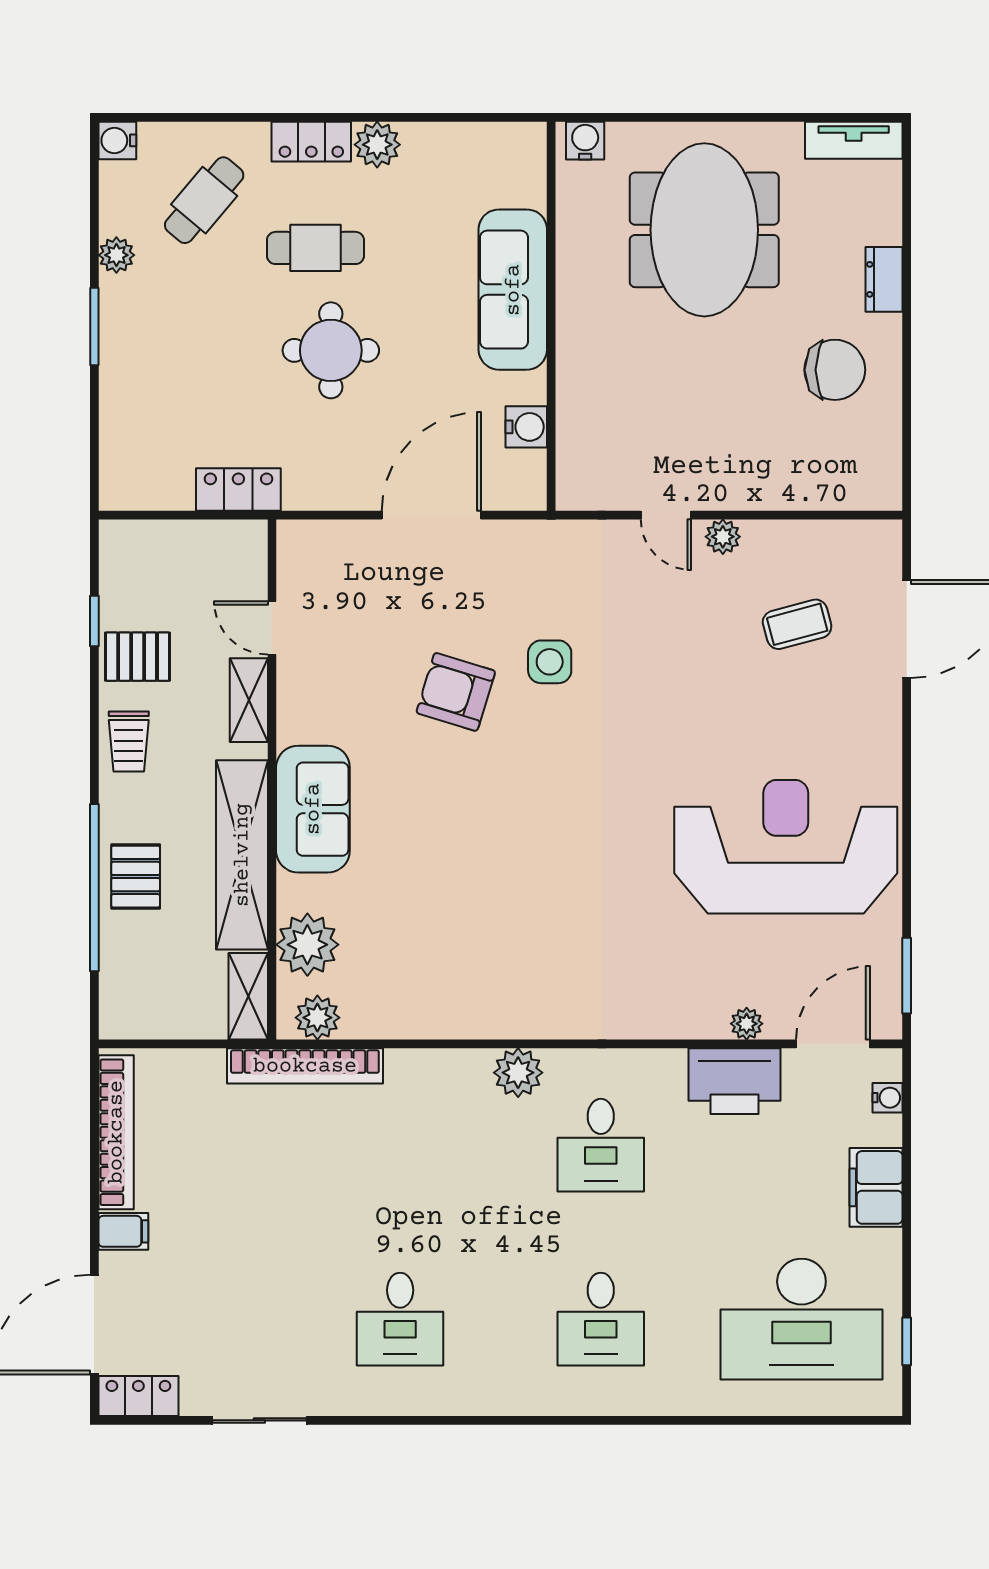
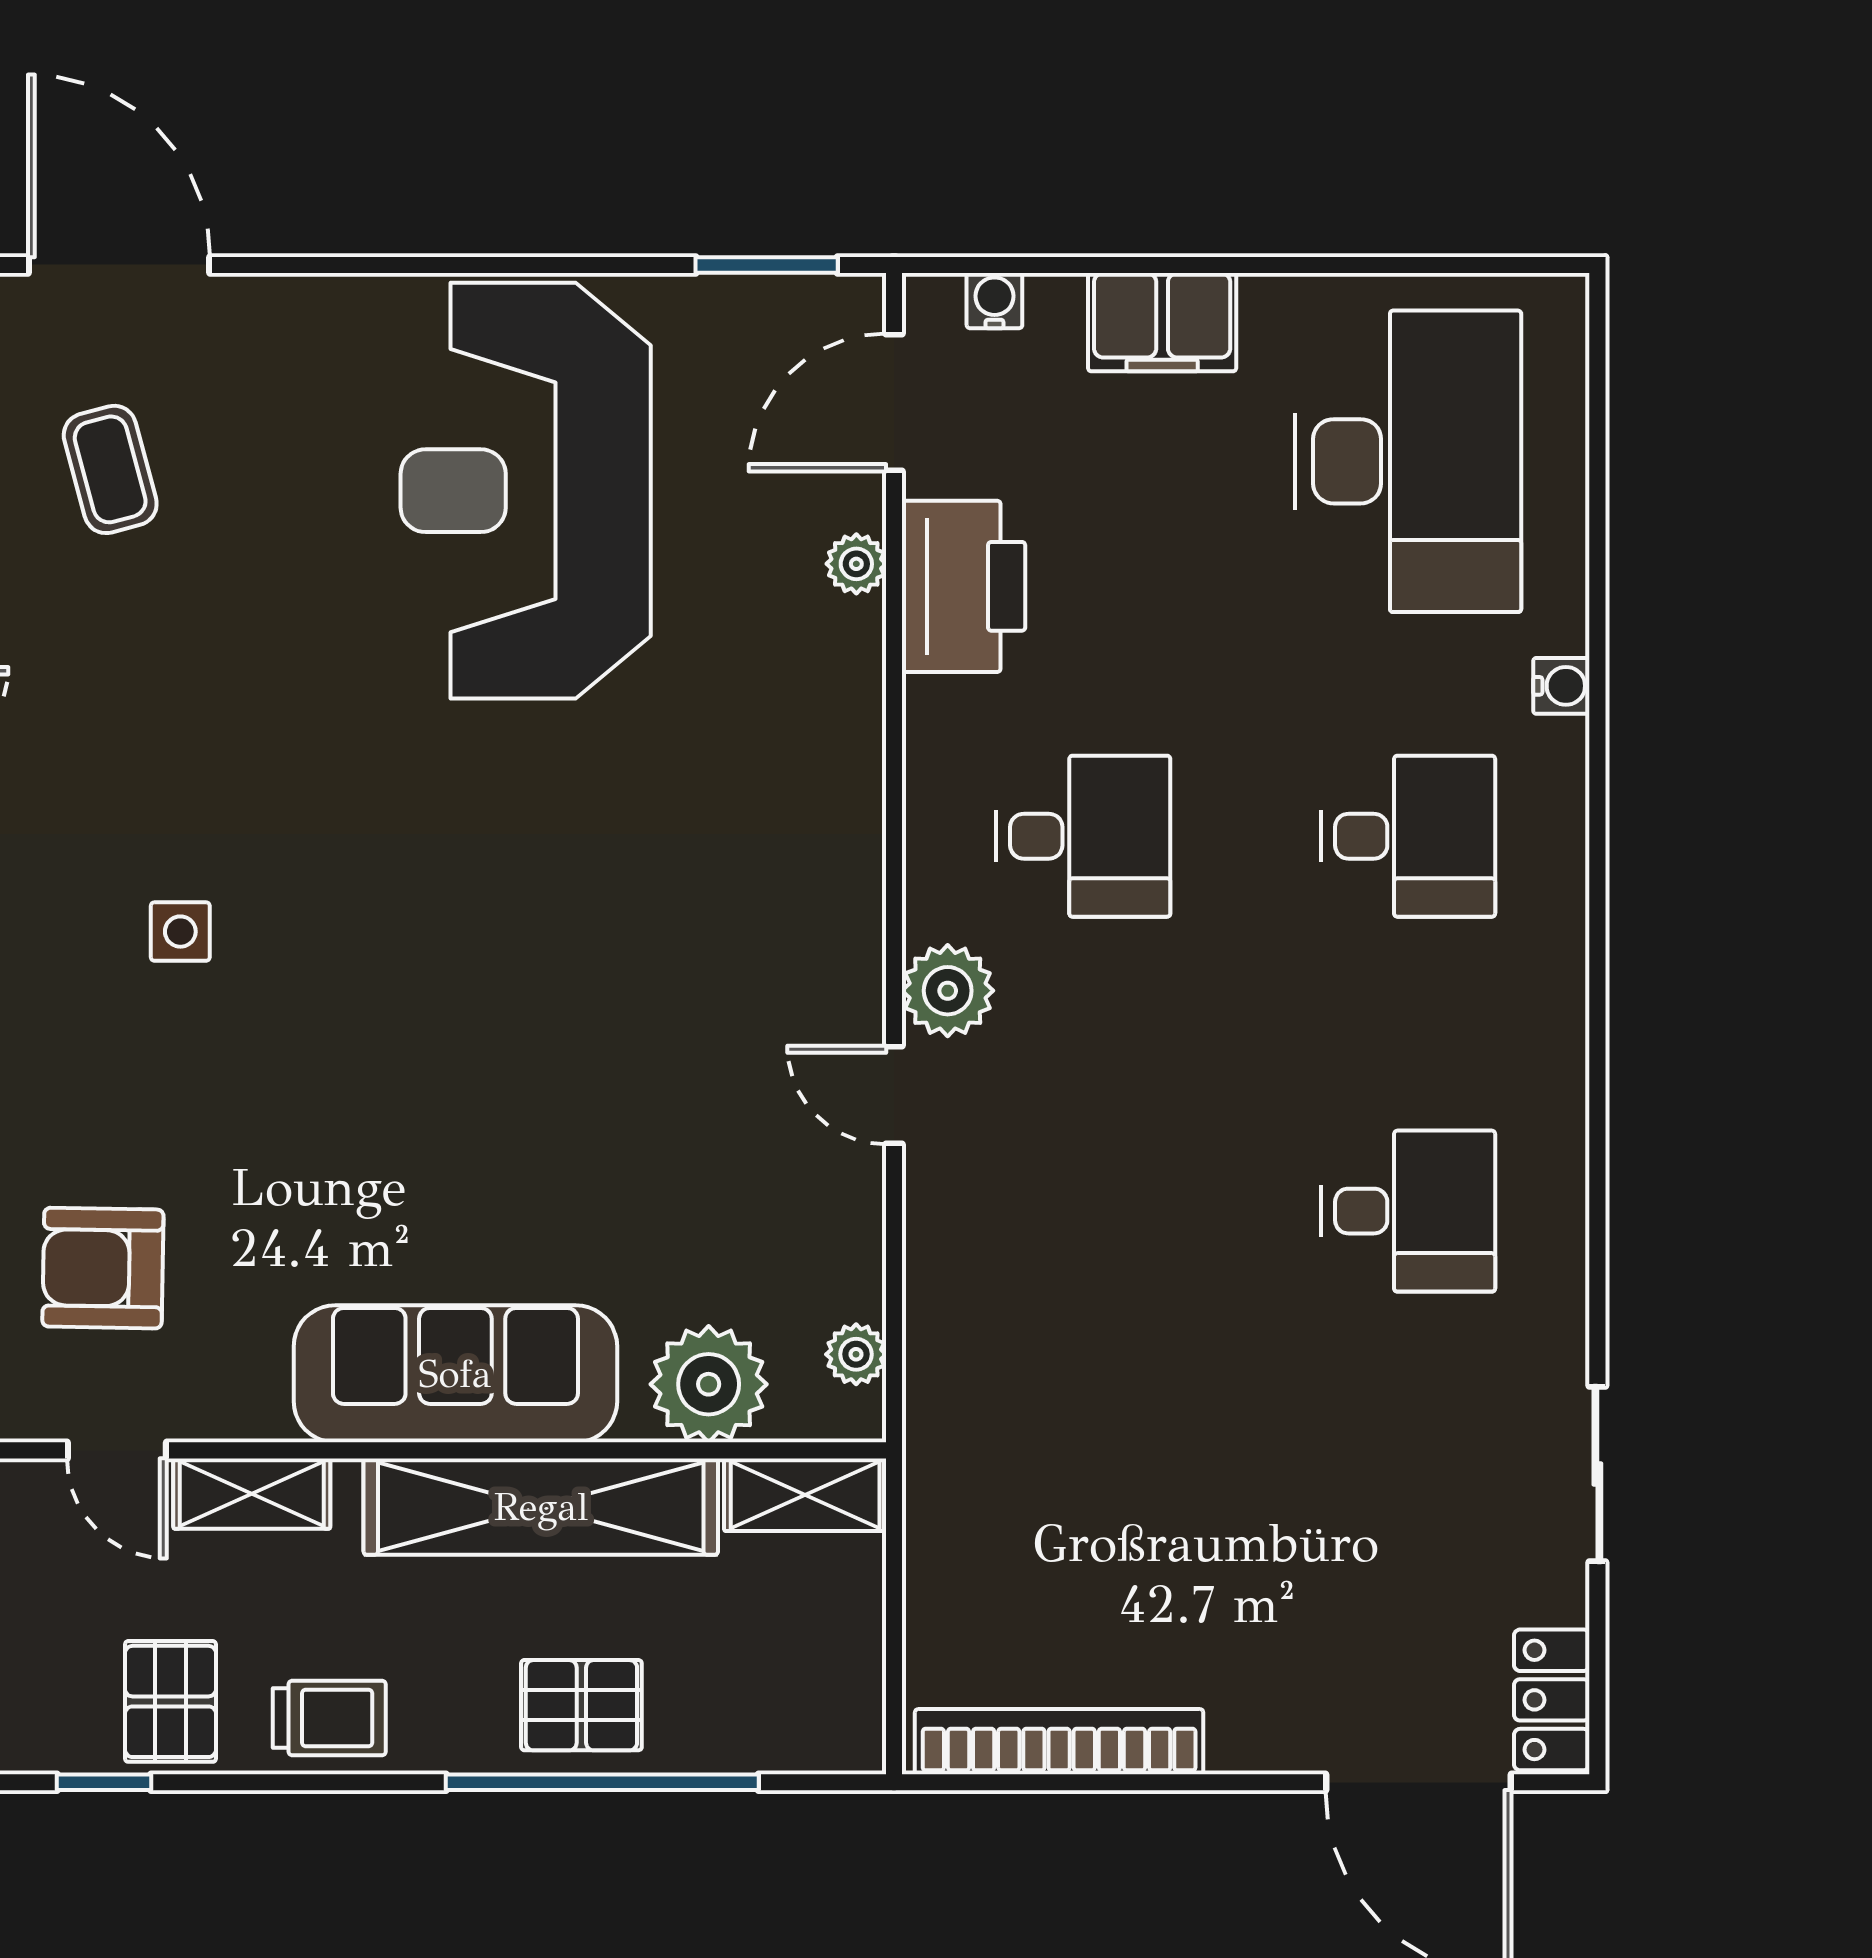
door: (272, 628) -> (117, 1450), hinge flipped
side table: (550, 662) -> (180, 932), width x0.73, depth x0.73
armchair: (456, 692) -> (103, 1268), moved, turned 74
sofa: (313, 809) -> (455, 1374), width x1.36
plant: (317, 1018) -> (856, 1354), width x0.73, depth x0.73
door: (462, 1044) -> (894, 1095), added
door: (833, 1044) -> (894, 402), hinge flipped
bookcase: (305, 1066) -> (935, 1389), removed
filing cabinet: (123, 1231) -> (1244, 1728), removed
window: (907, 1341) -> (1450, 265), removed
water cooler: (681, 1401) -> (1561, 686), added

